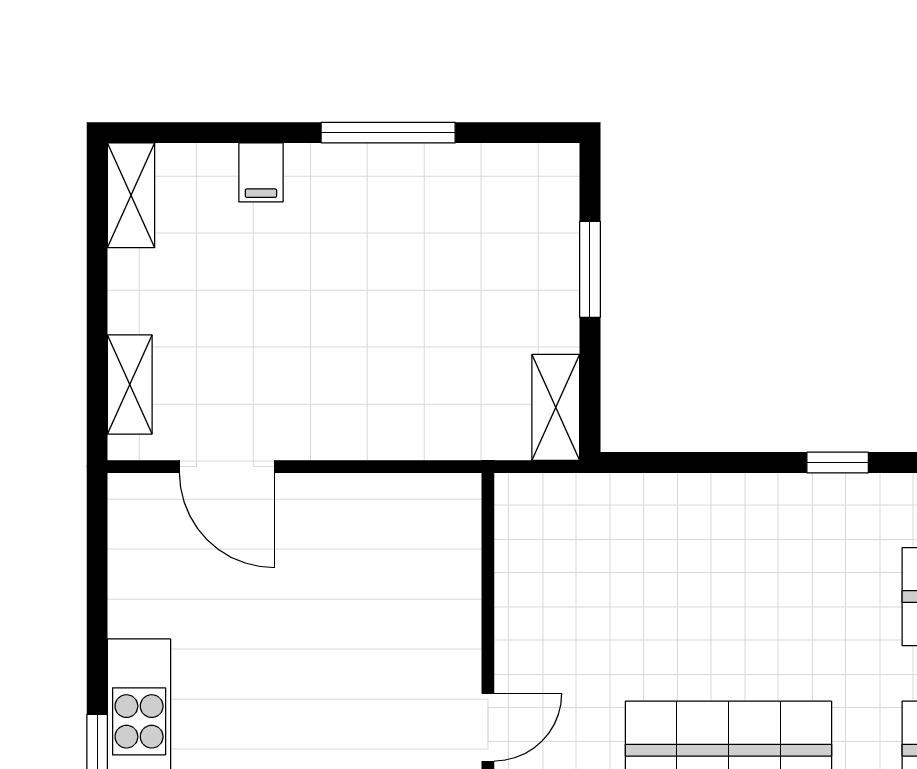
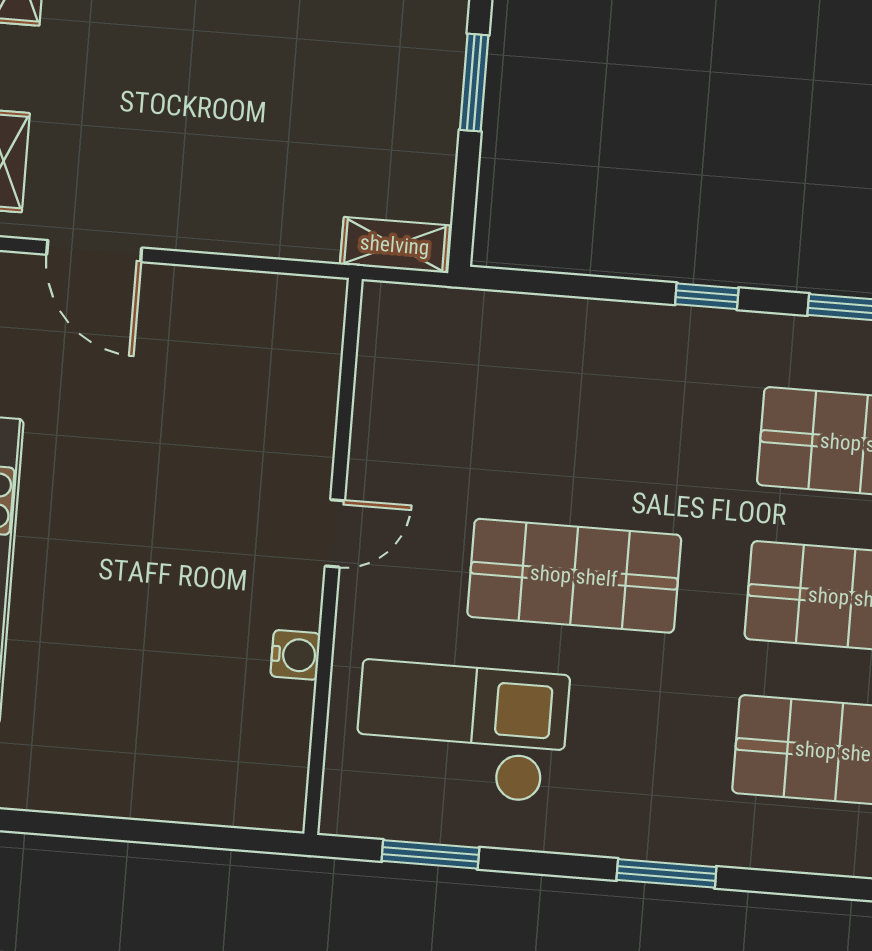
shelving: (556, 407) -> (395, 245), moved, turned 90

